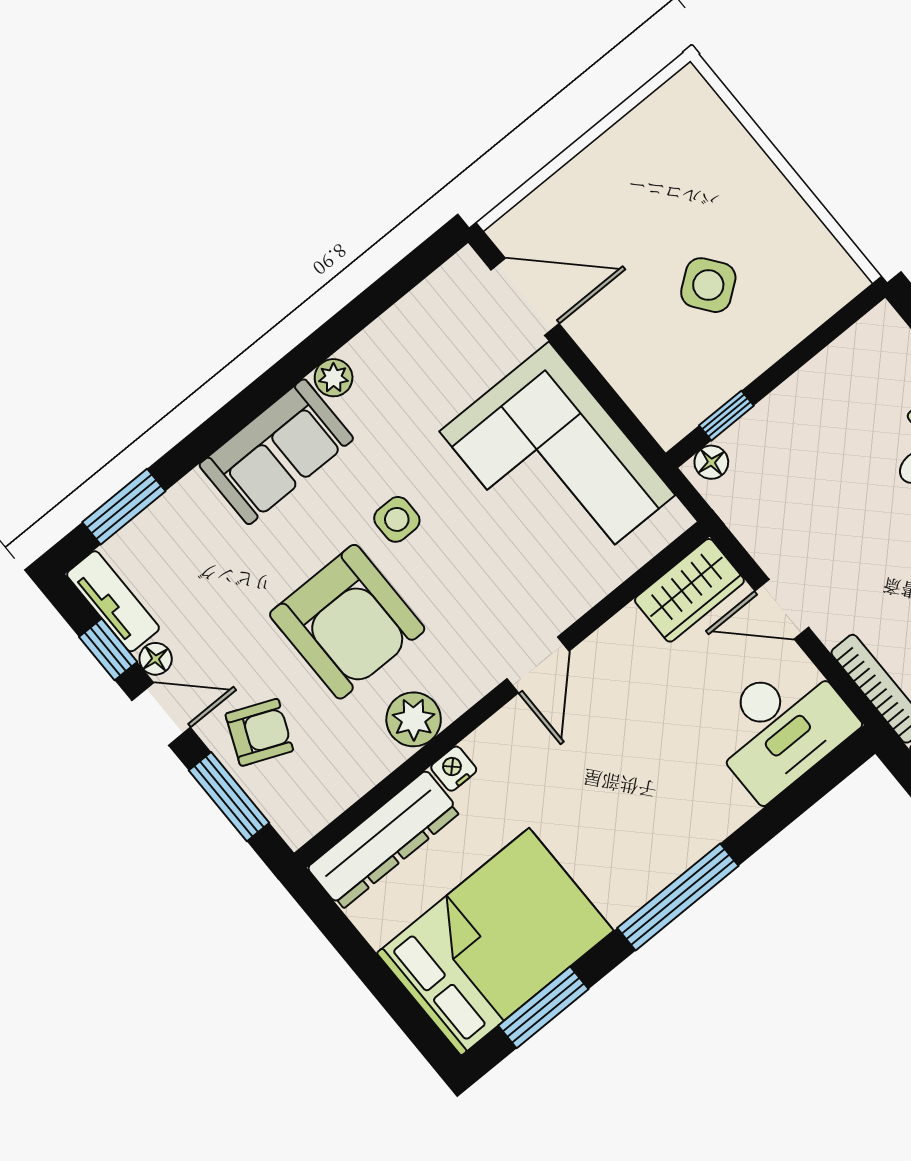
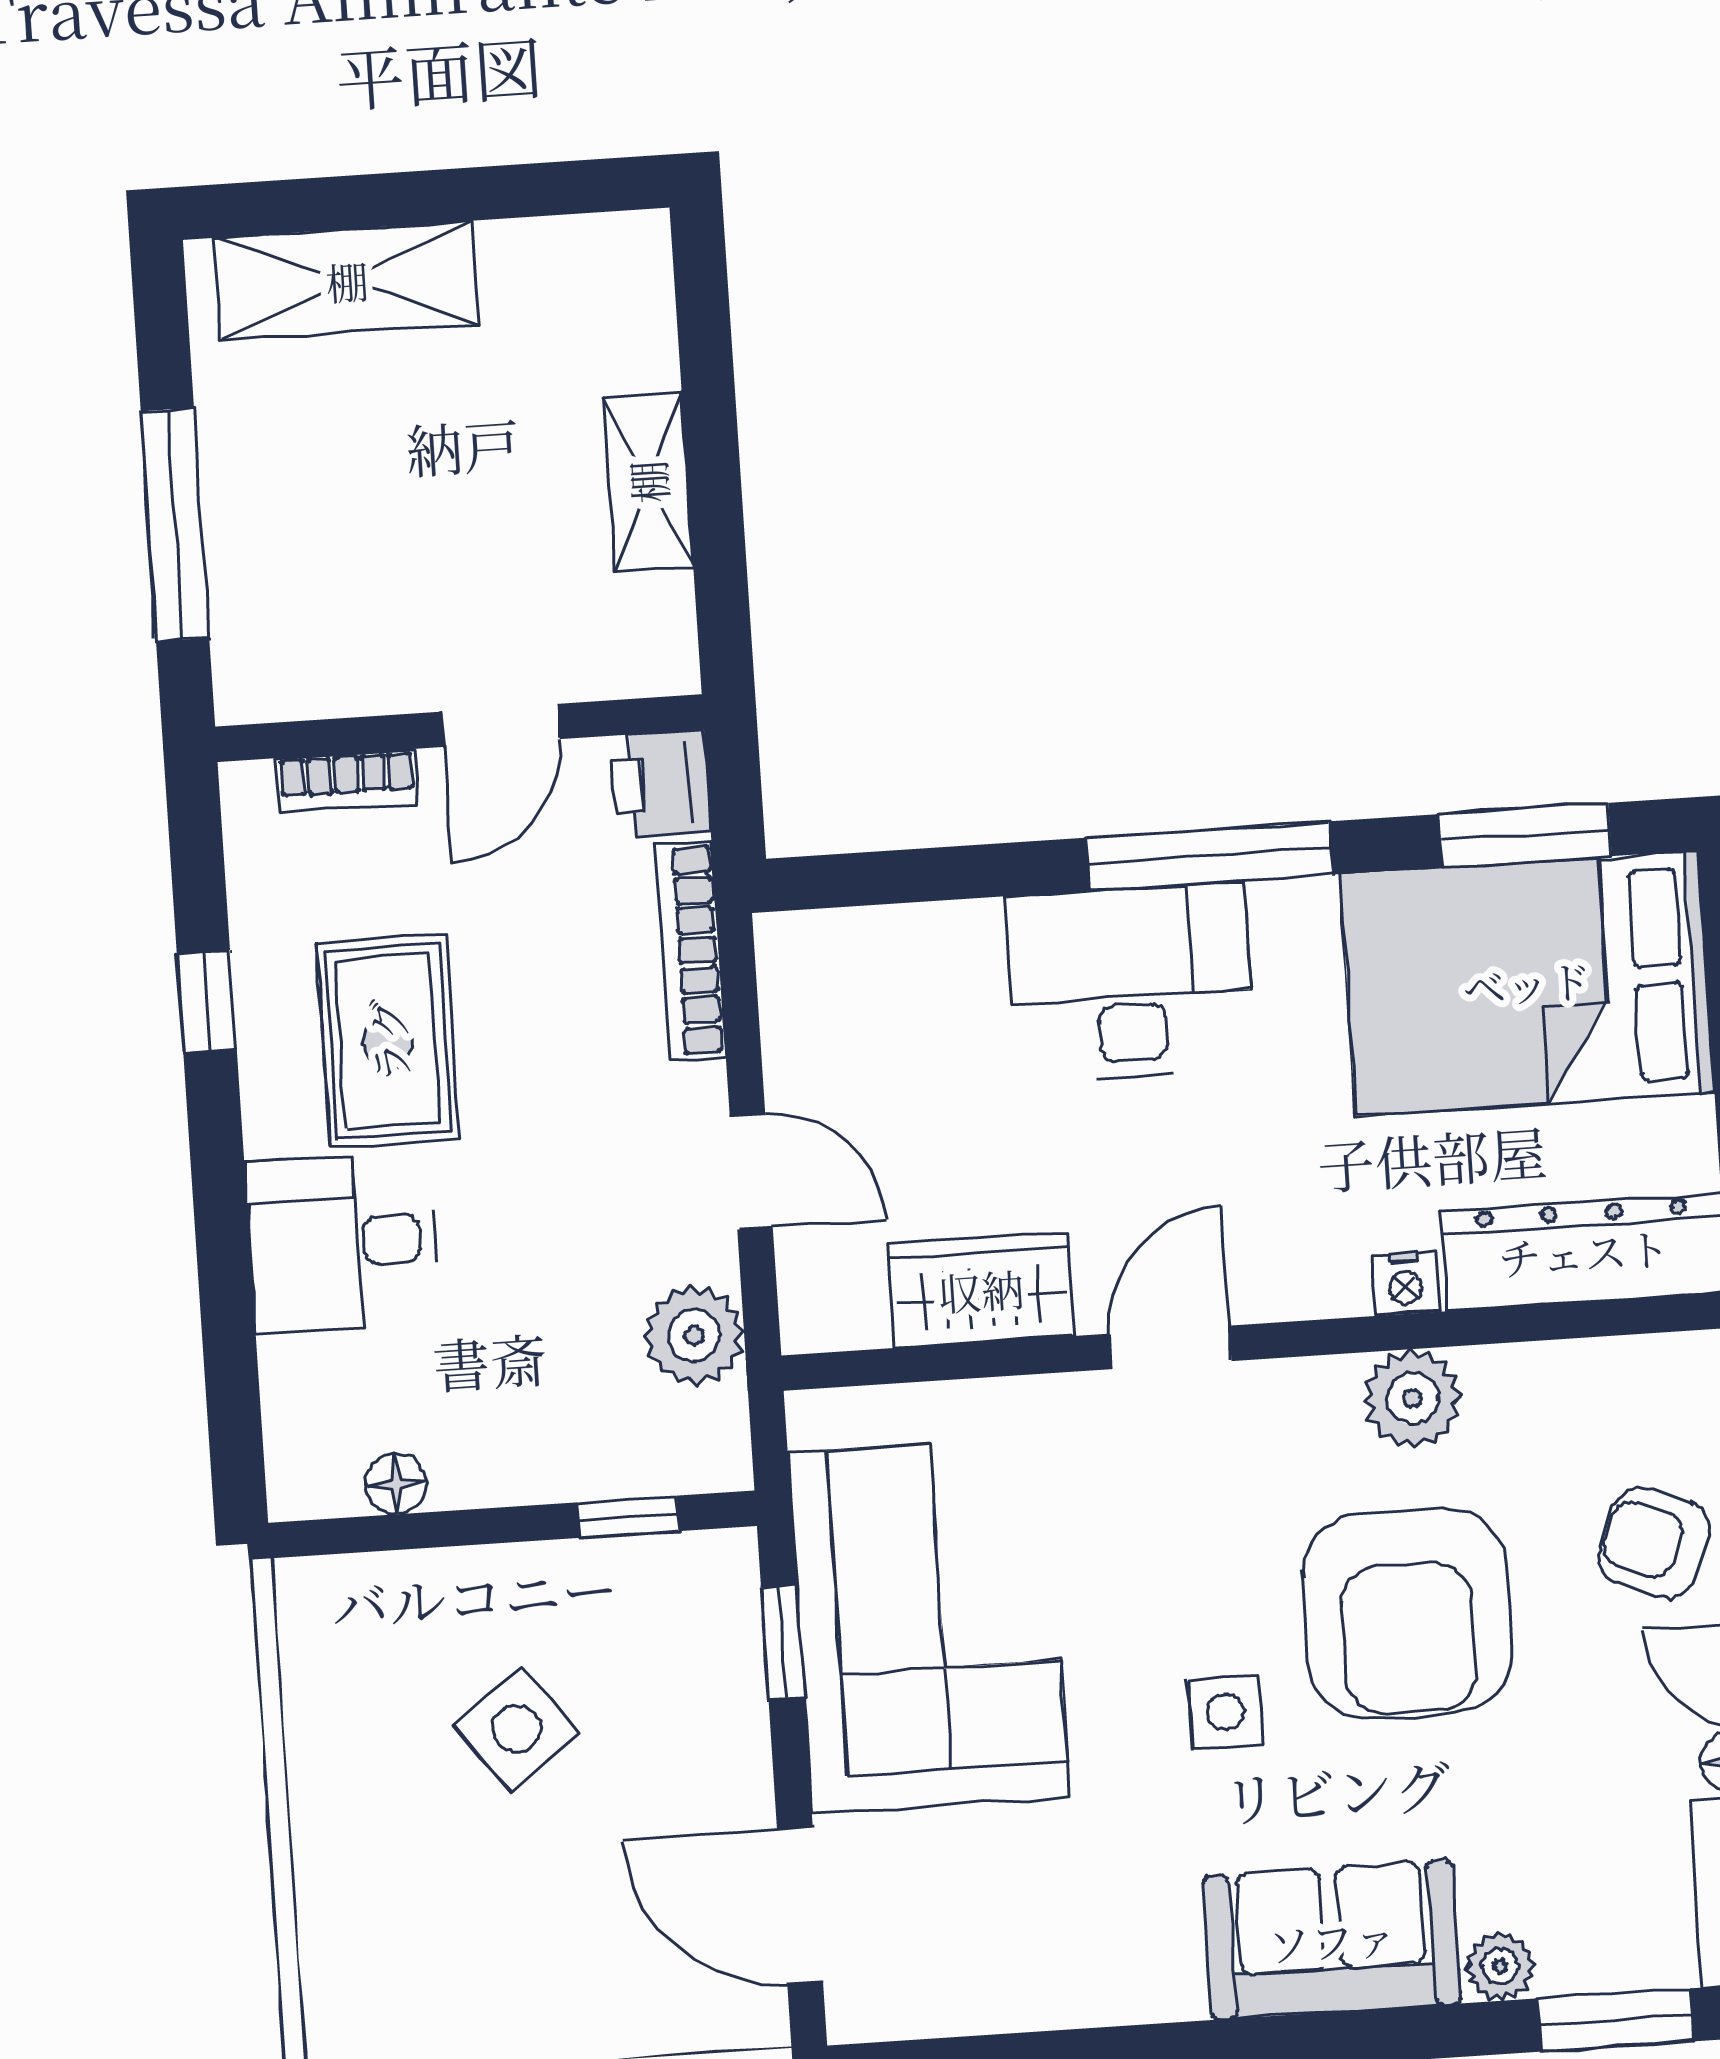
plant: (334, 378) -> (1500, 1967), moved
window: (617, 409) -> (782, 1642), added
floor lamp: (711, 462) -> (396, 1484), moved
plant: (755, 518) -> (694, 1335), added
wardrobe: (689, 590) -> (981, 1290), moved
armchair: (347, 622) -> (1407, 1613), turned 180
desk: (781, 727) -> (1130, 982), moved

